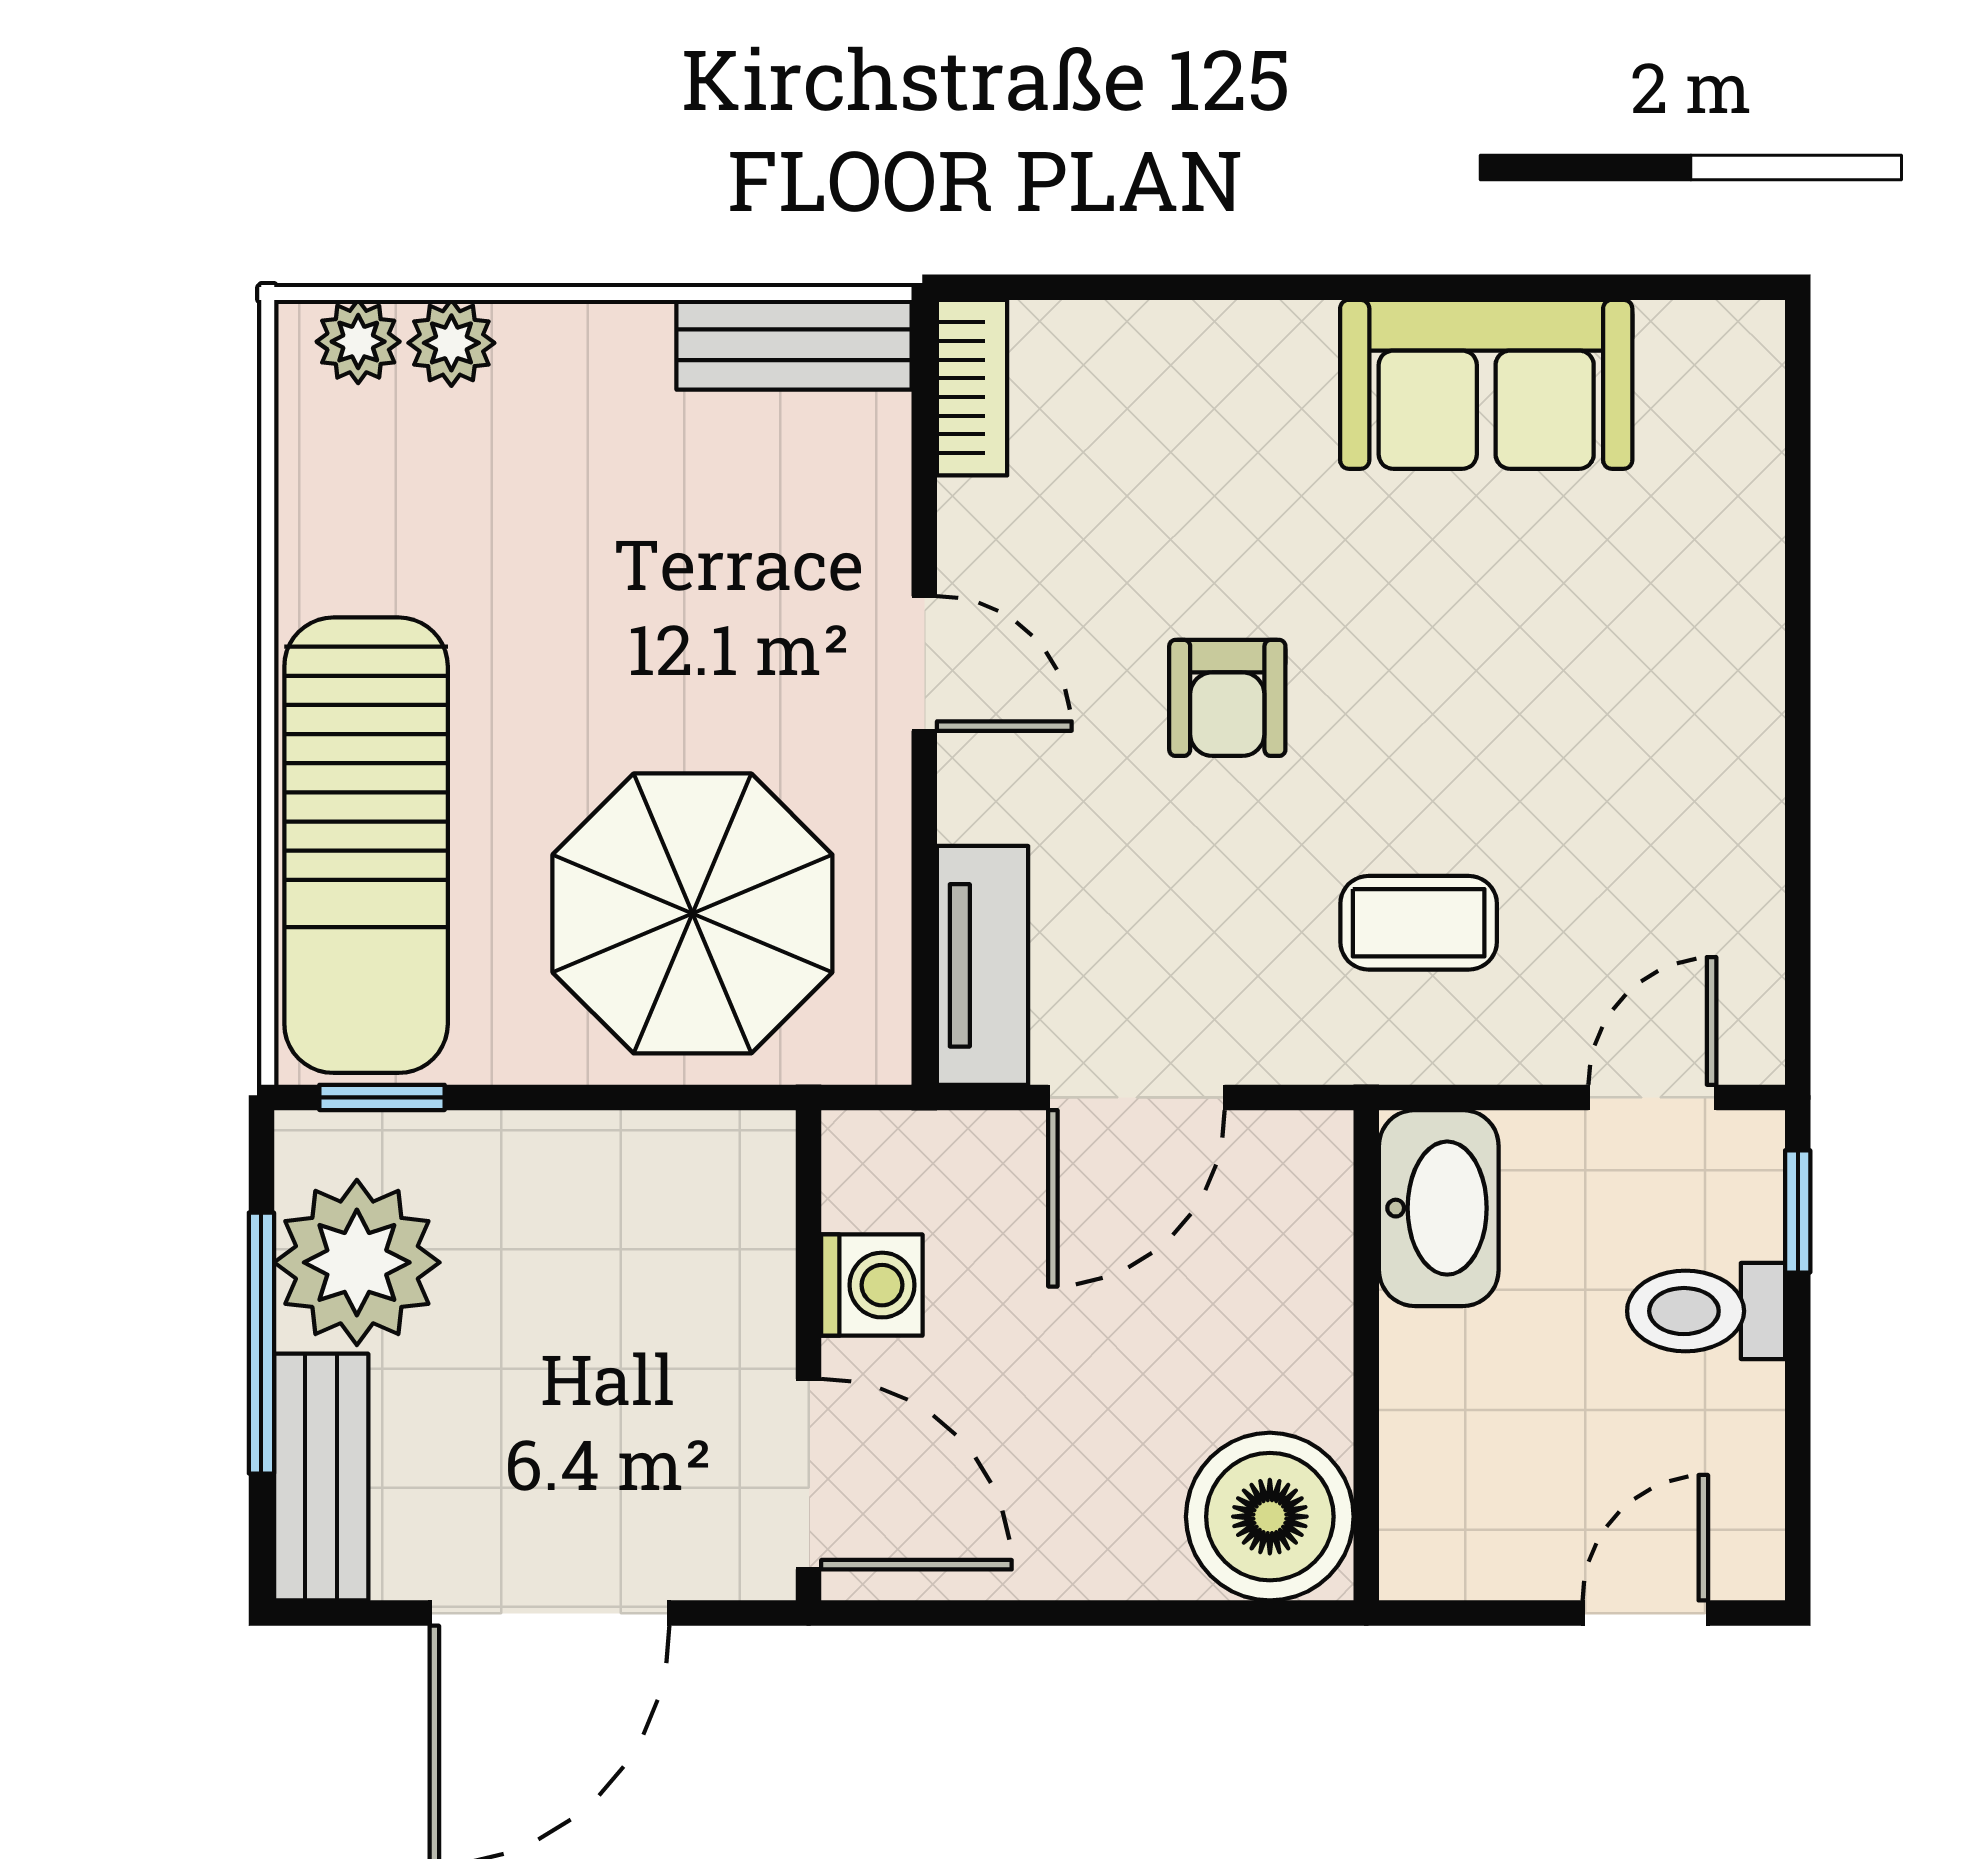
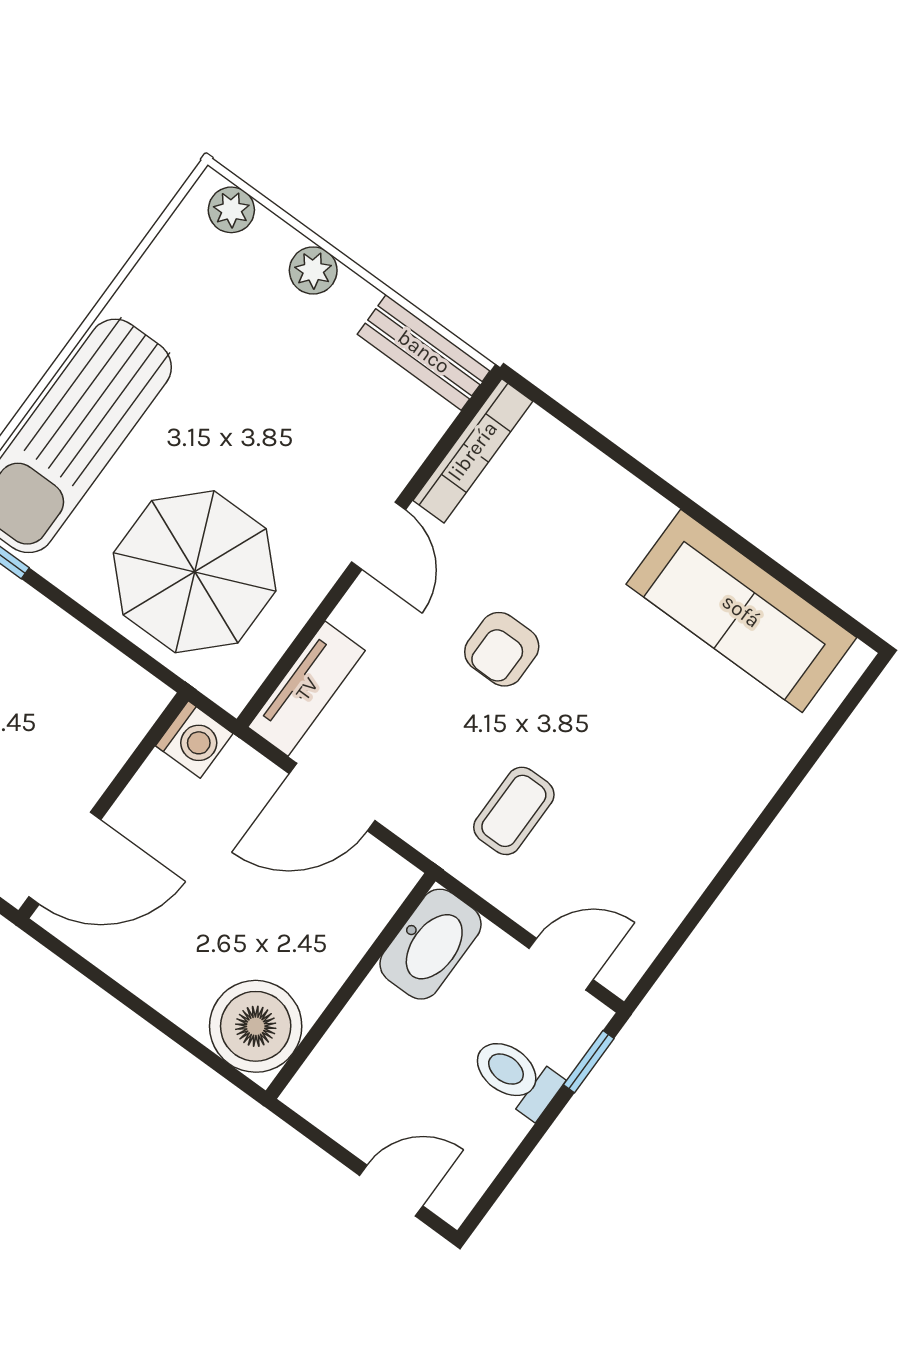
plant: (451, 343) -> (313, 270), moved
sofa: (1486, 384) -> (741, 611), width x1.36
bookcase: (972, 388) -> (473, 451), width x1.56
coffee table: (1419, 923) -> (514, 811), turned 90
washing machine: (872, 1285) -> (194, 740), moved
door: (809, 1474) -> (65, 858), hinge flipped

